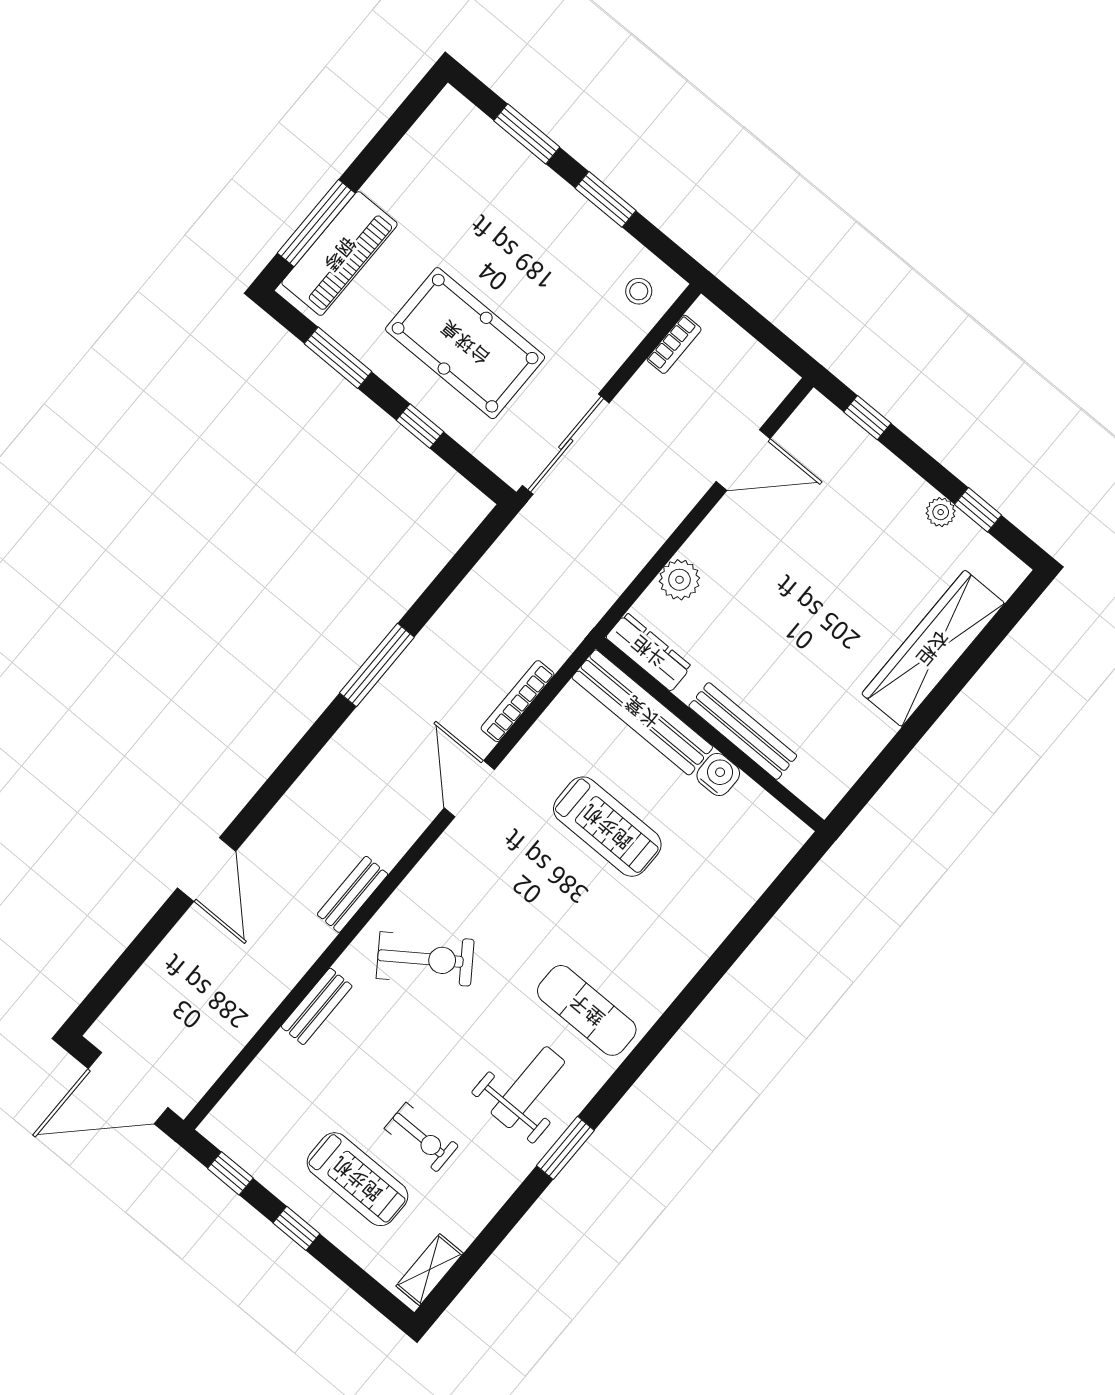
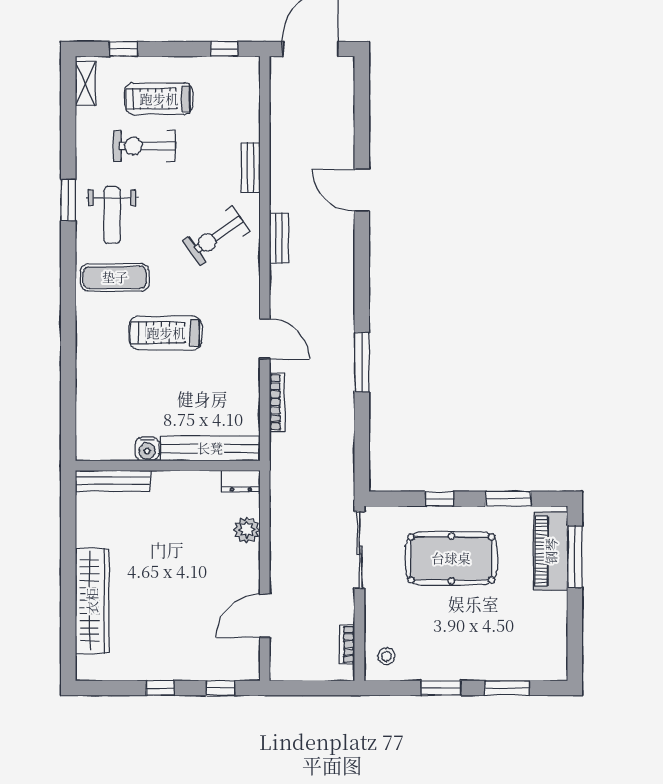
window: (978, 510) -> (160, 688), moved
plant: (941, 512) -> (145, 671), removed
dresser: (649, 652) -> (241, 481), width x0.70
bench: (743, 731) -> (113, 481), moved
treadmill: (607, 827) -> (166, 333), moved
exercise bike: (421, 1137) -> (144, 146), width x1.38, depth x1.39
window: (296, 1228) -> (123, 49), moved

